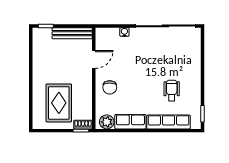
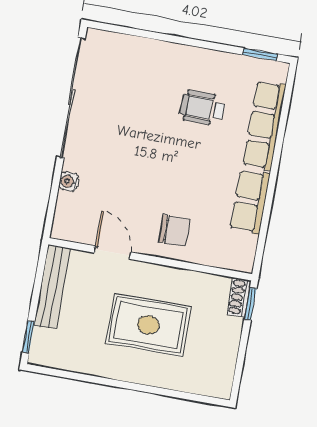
rug: (59, 103) -> (148, 325), moved
plant: (107, 122) -> (242, 249), removed

